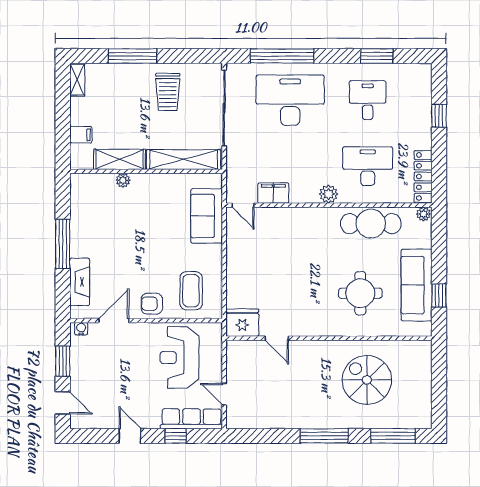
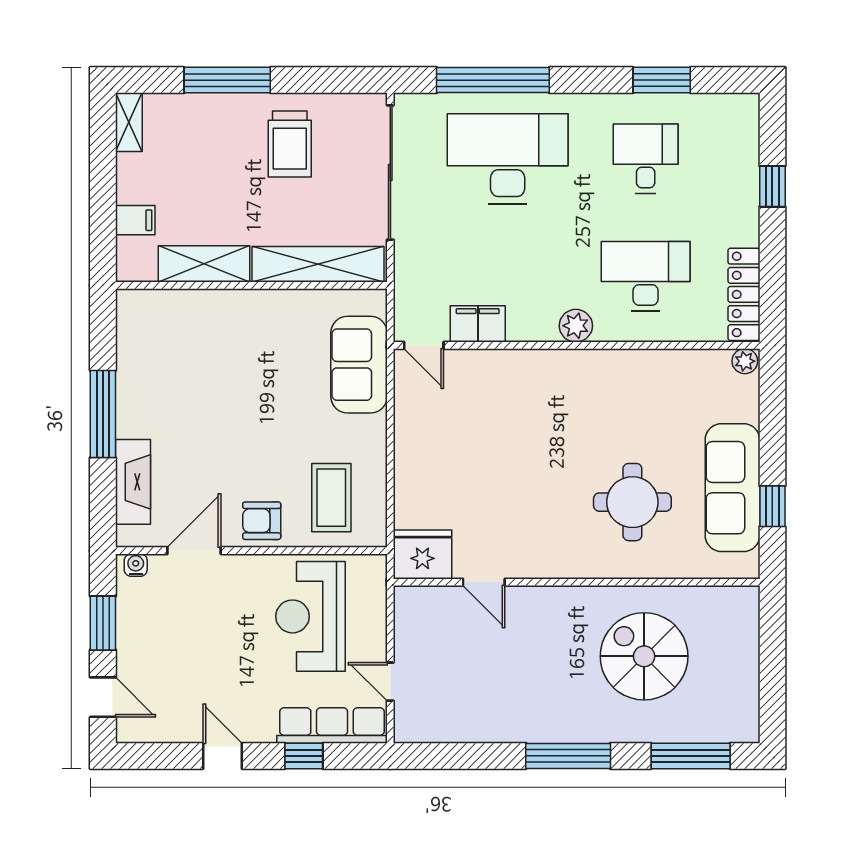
plant: (123, 180) -> (210, 301), removed
cafe table: (371, 224) -> (651, 378), removed

